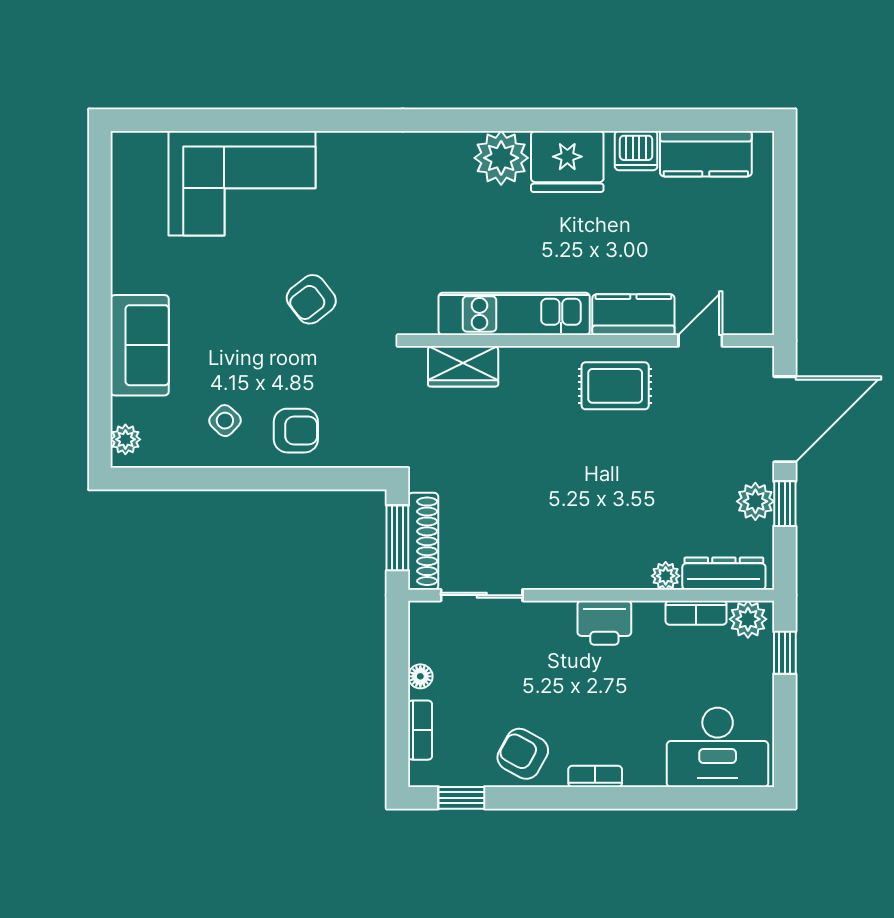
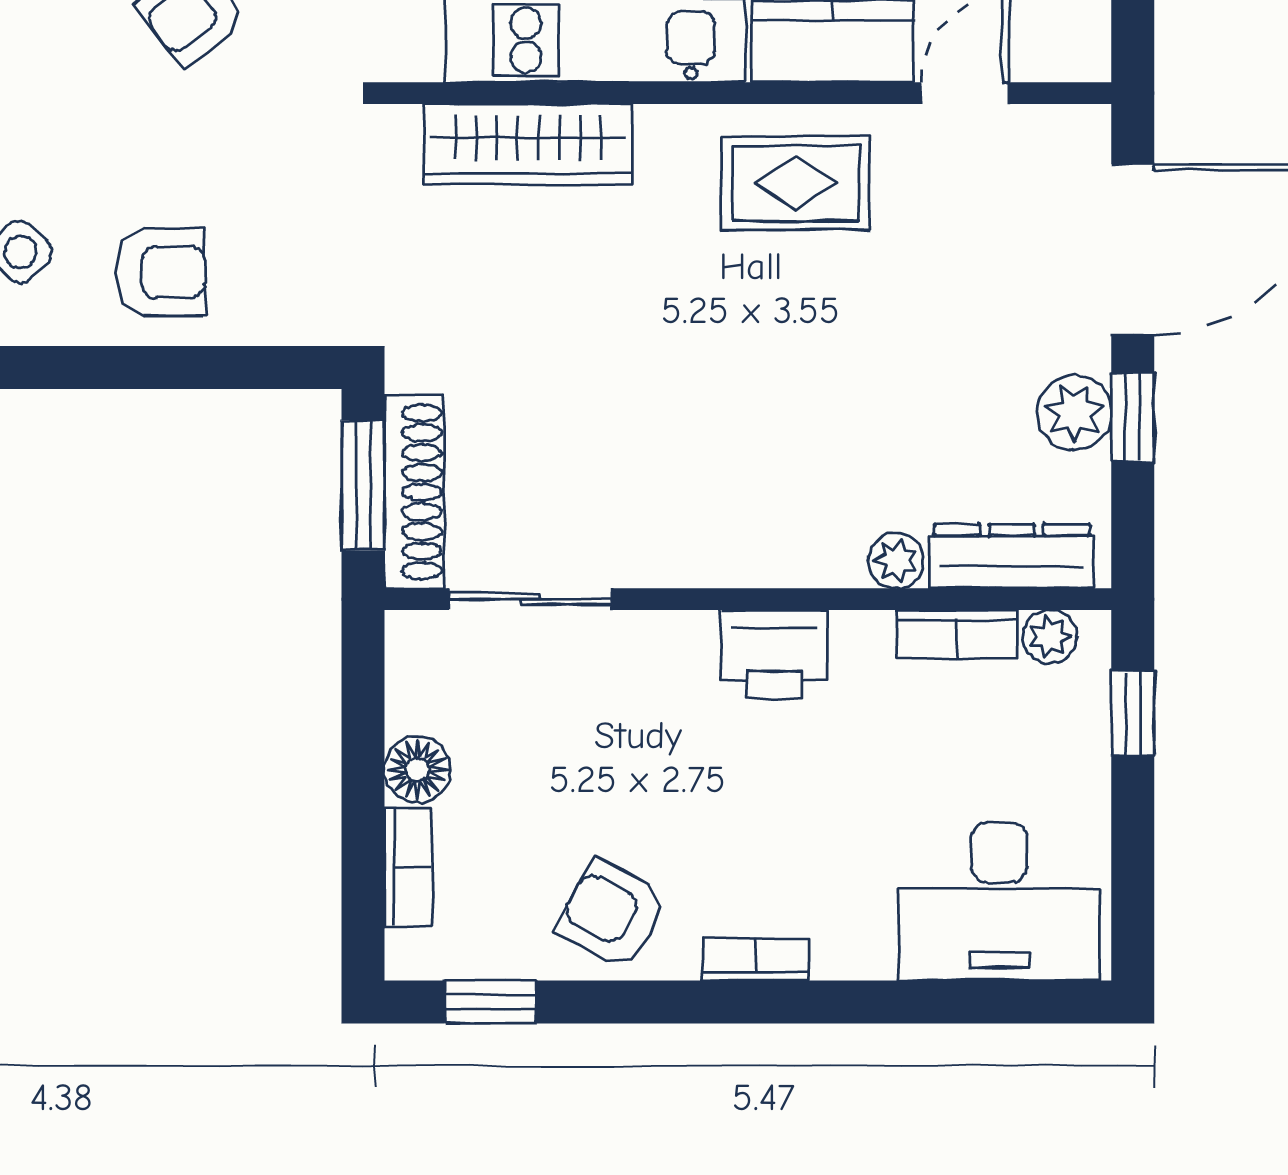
wardrobe: (463, 366) -> (528, 144), width x1.50
plant: (748, 619) -> (1050, 637), width x0.73, depth x0.73
floor lamp: (420, 676) -> (417, 769), width x1.37, depth x1.37

